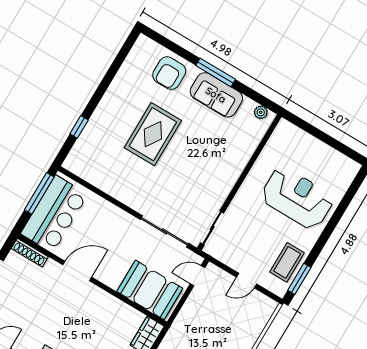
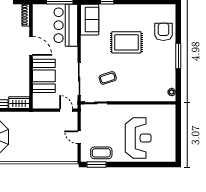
armchair: (169, 73) -> (163, 32), turned 90
sofa: (216, 95) -> (90, 20), moved, turned 180
coffee table: (187, 190) -> (108, 78), added
bar counter: (54, 214) -> (66, 25), moved, turned 90
booth: (150, 290) -> (44, 76), moved

